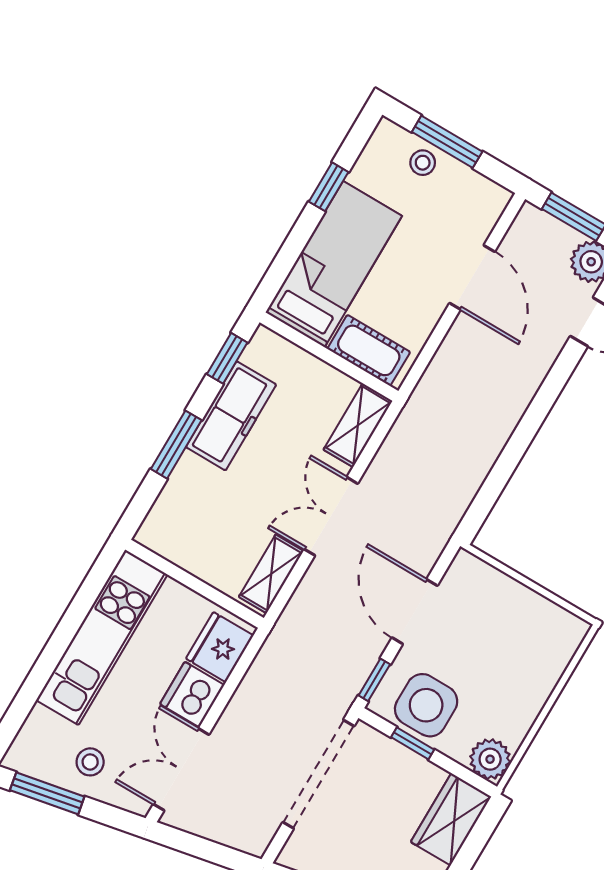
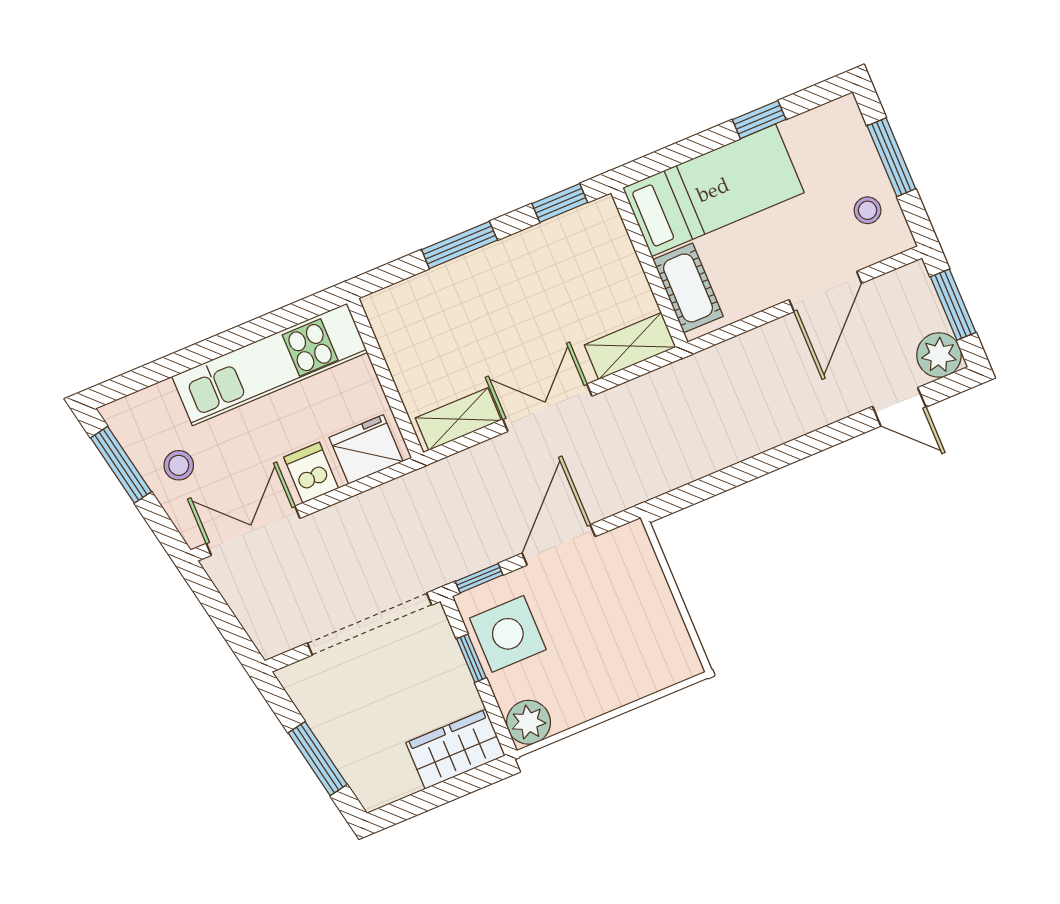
stool: (423, 163) -> (868, 210), moved
freezer: (231, 416) -> (526, 256), removed
dishwasher: (192, 695) -> (311, 473), width x0.73

